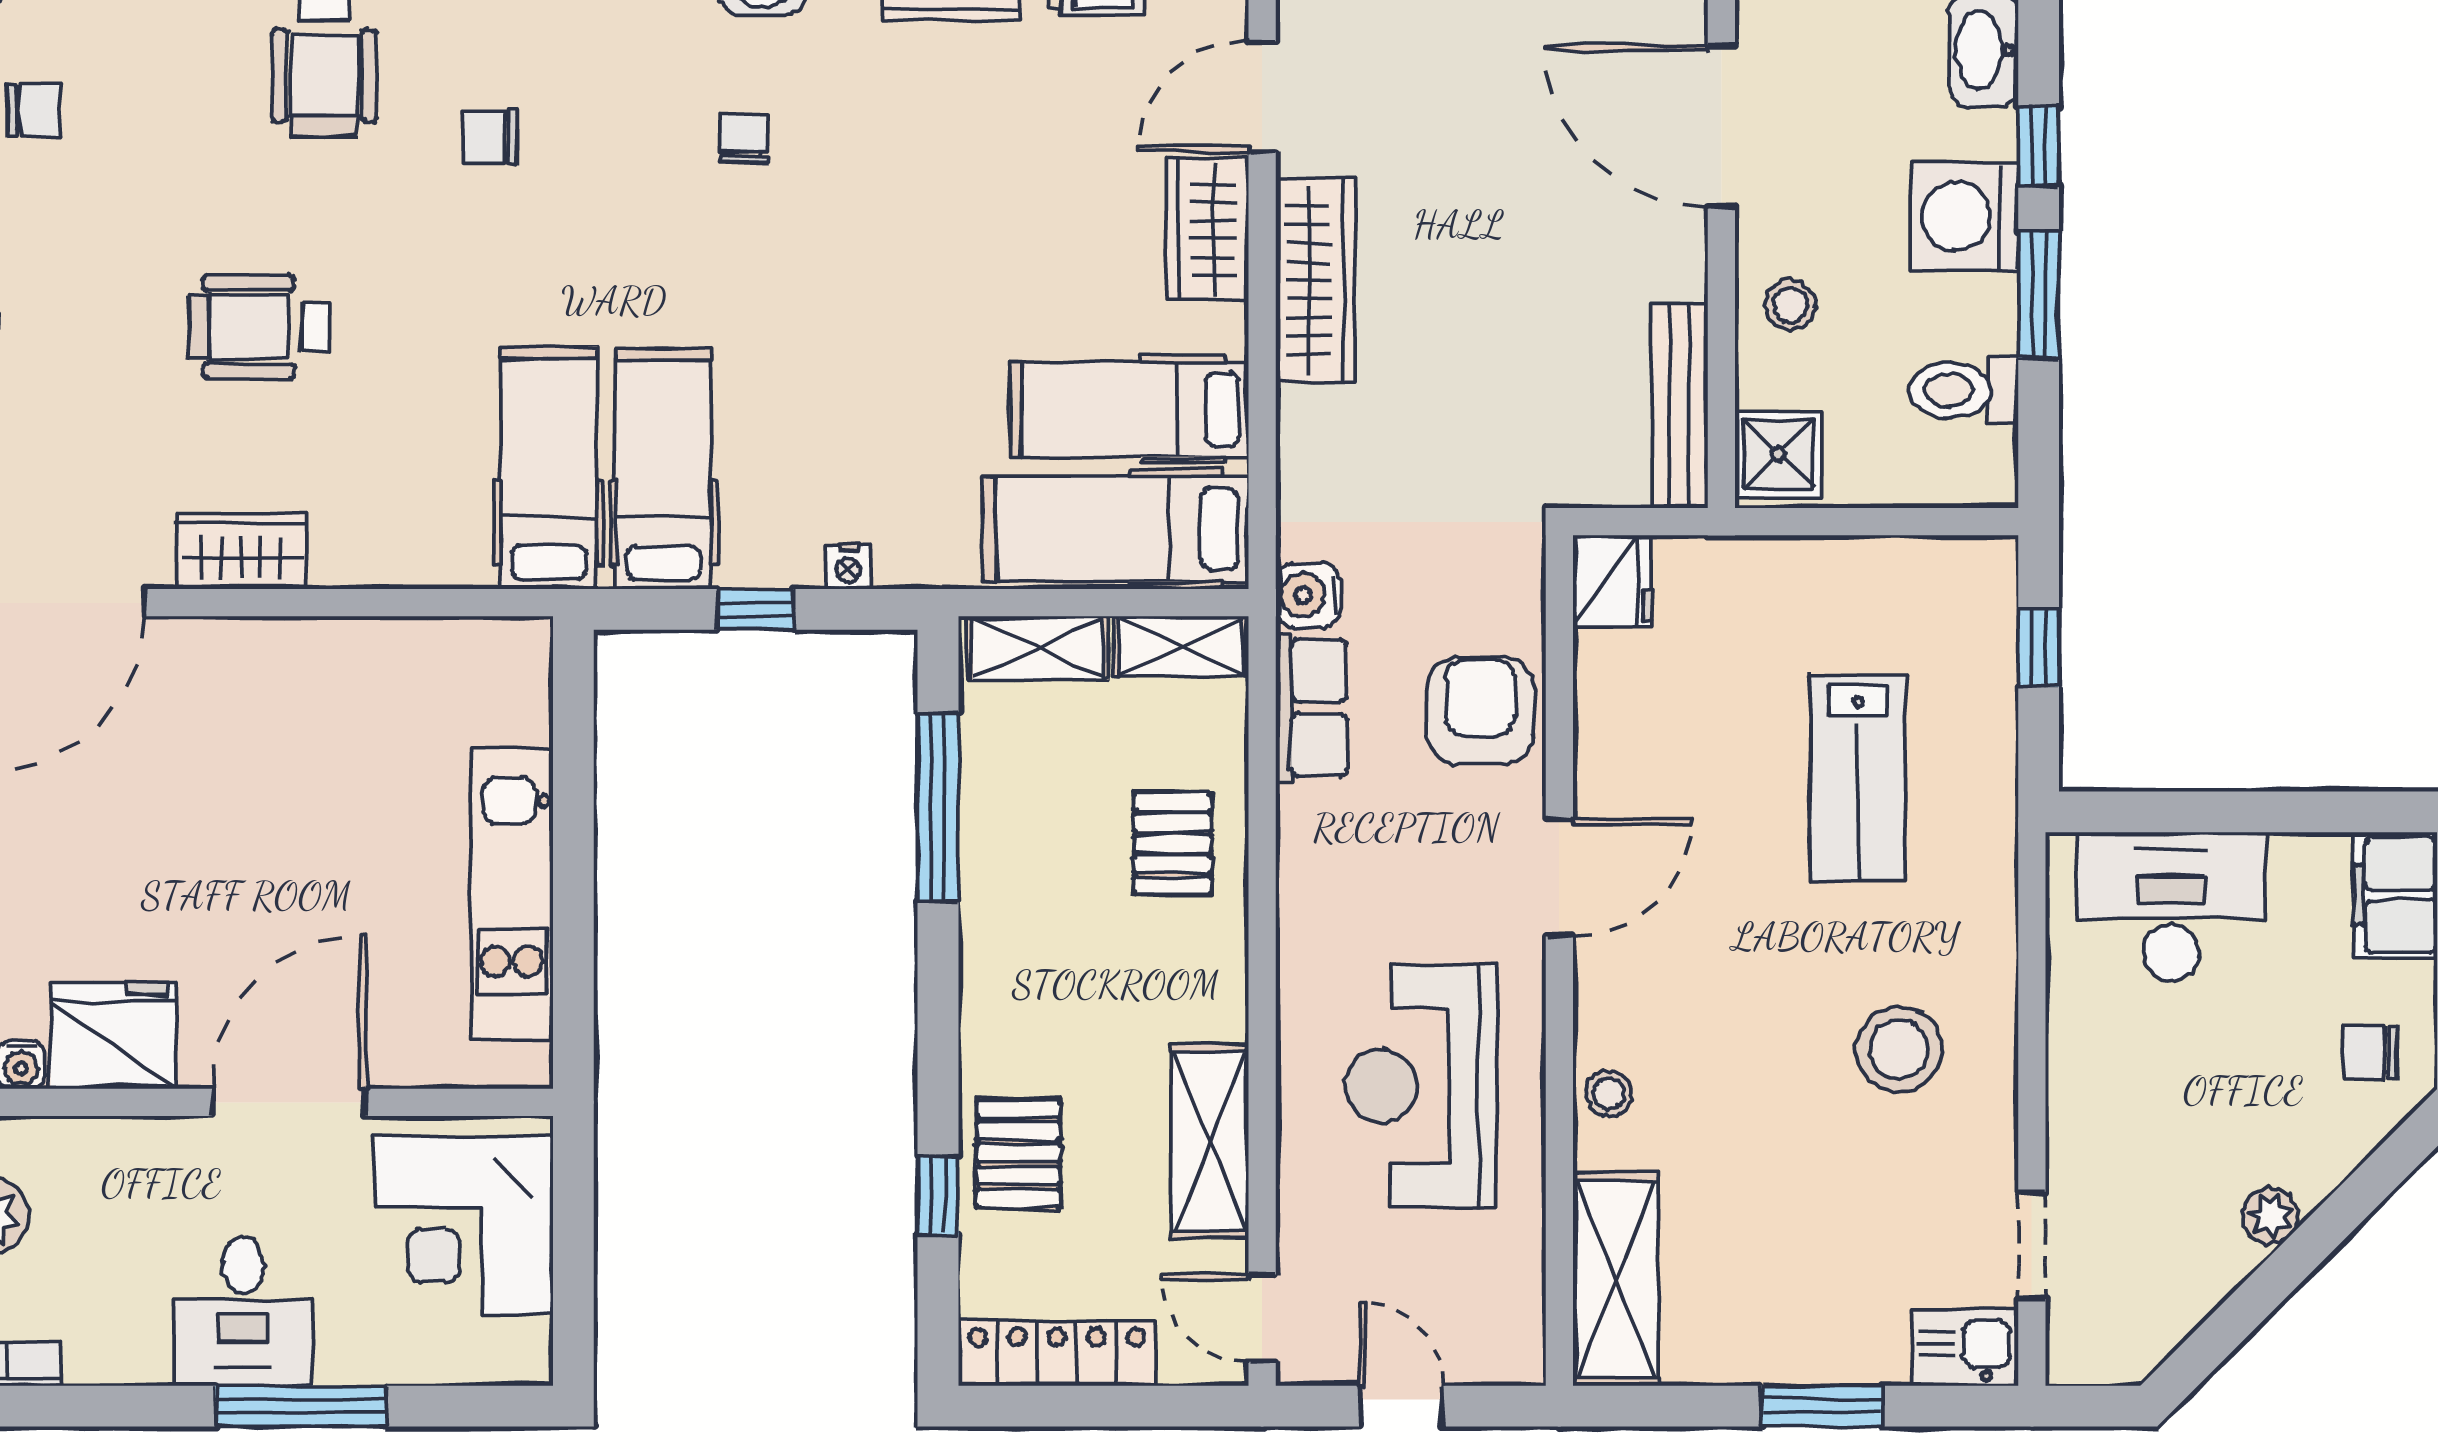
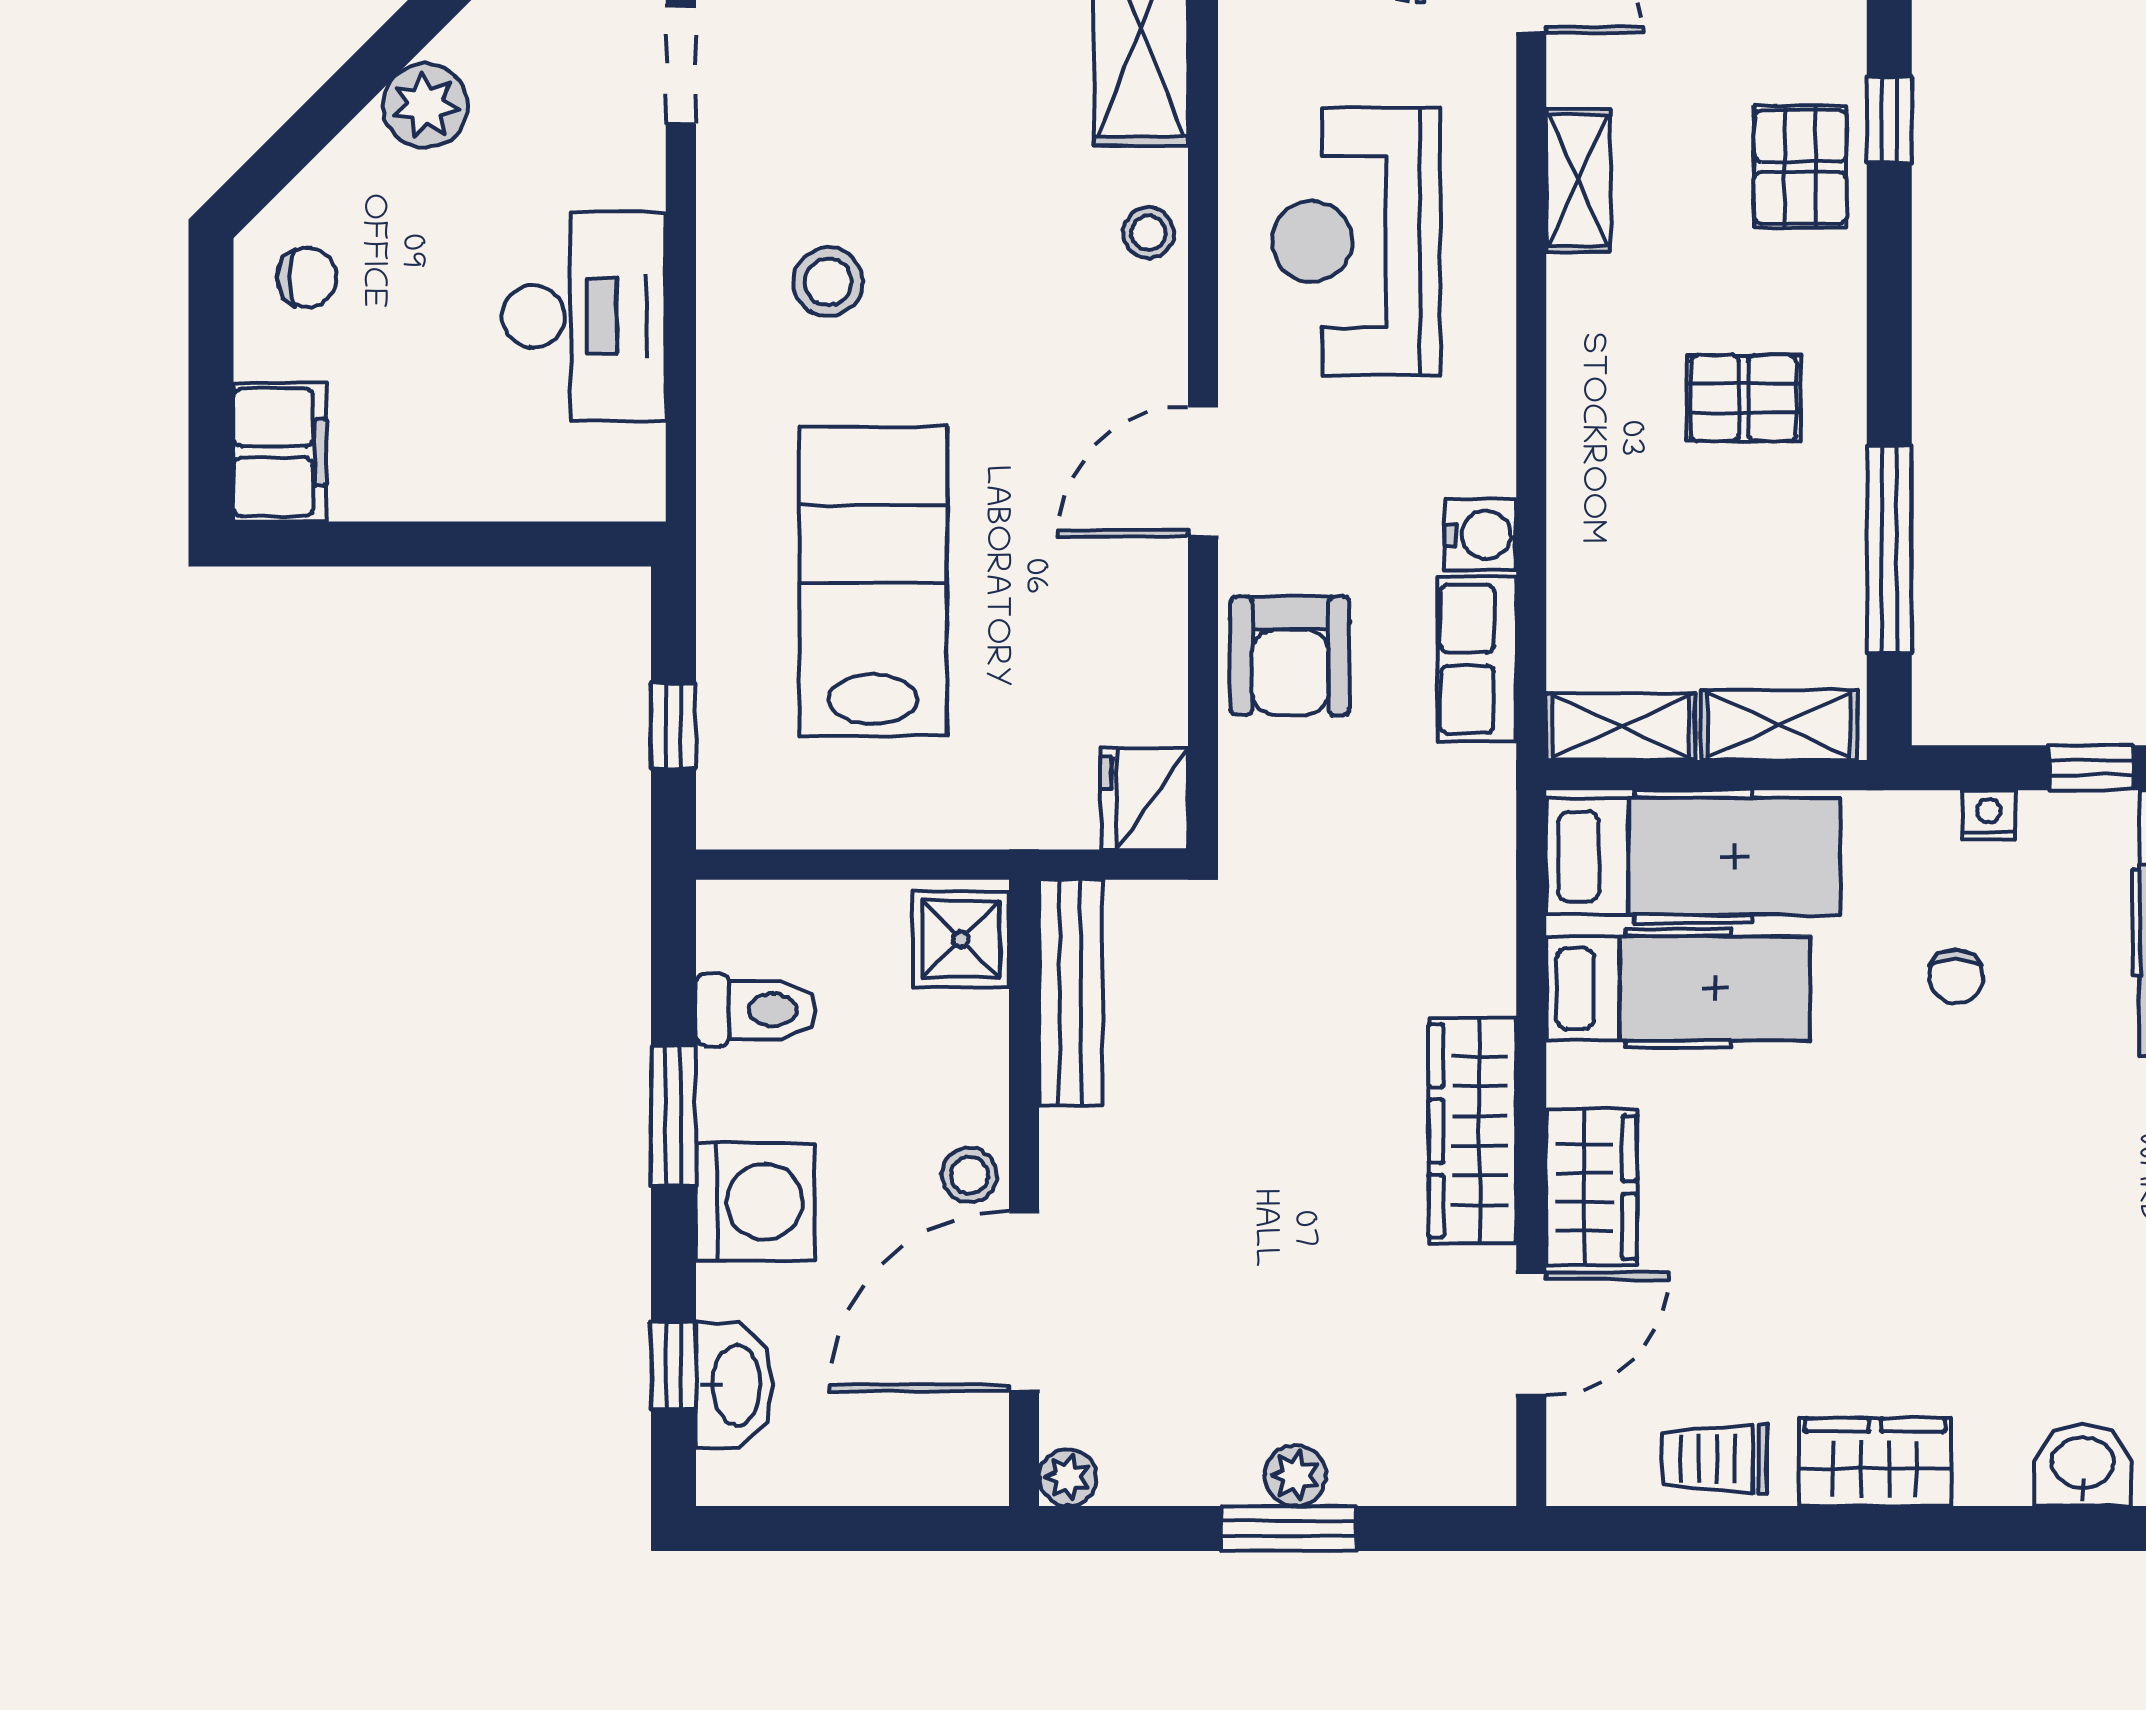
door: (1721, 126) -> (1024, 1301), swing flipped
chair: (744, 139) -> (1956, 976), moved
window: (2039, 146) -> (673, 1366), moved
stool: (1790, 305) -> (969, 1175), moved
water cooler: (1308, 595) -> (1481, 535), moved
lab bench: (1858, 778) -> (873, 581), width x1.36, depth x1.39
pallet: (1173, 844) -> (1744, 398), moved, turned 90
desk: (2171, 906) -> (584, 316), moved, turned -90
stool: (1899, 1049) -> (828, 282), width x0.73, depth x0.73
reception desk: (1421, 1086) -> (1356, 241), turned 180
shelving: (1210, 1141) -> (1578, 180), width x0.67, depth x0.75
plant: (2271, 1216) -> (425, 106), width x1.38, depth x1.38

